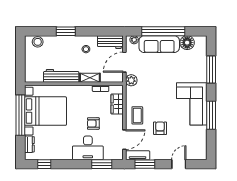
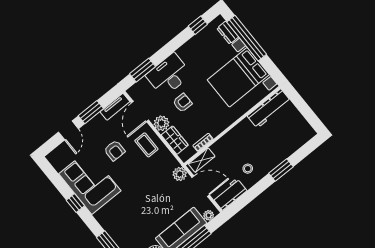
stool: (38, 42) -> (300, 138), removed
door: (124, 62) -> (201, 186), hinge flipped
workbench: (61, 76) -> (269, 108), moved
shelving: (90, 78) -> (202, 160), moved
corner sofa: (192, 104) -> (90, 182), moved
window: (20, 115) -> (247, 38), moved
window: (211, 115) -> (75, 203), width x0.46
plant: (117, 121) -> (161, 123), added
window: (145, 164) -> (91, 112), moved

